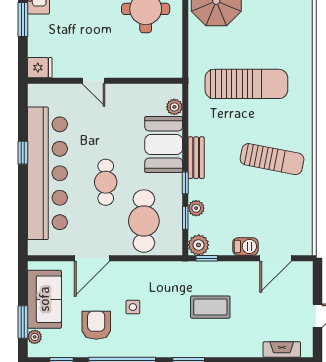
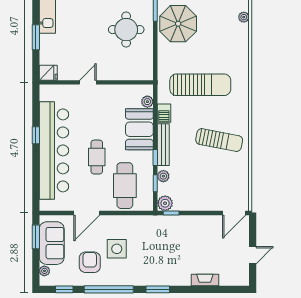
door: (94, 81) -> (88, 82), swing flipped
bench: (196, 158) -> (163, 145), width x1.36
barbecue: (245, 246) -> (164, 113), moved, turned 90
door: (276, 258) -> (234, 213), moved
side table: (133, 307) -> (117, 249), width x1.87, depth x1.87
coffee table: (210, 307) -> (174, 249), removed
window: (23, 322) -> (36, 237), moved
fireplace: (282, 349) -> (205, 280), moved

